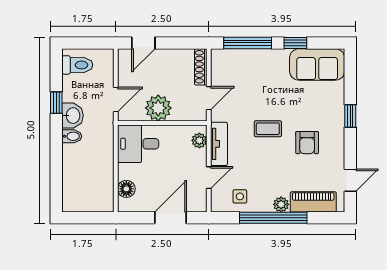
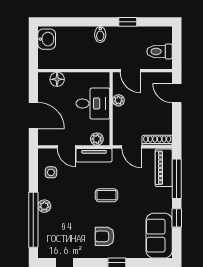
toilet: (77, 65) -> (160, 51), moved, turned 90
plant: (158, 108) -> (118, 100), width x0.53, depth x0.53
washbasin: (72, 116) -> (47, 39), moved, turned -90
coffee table: (268, 129) -> (106, 195), turned 90
armchair: (307, 143) -> (104, 236), moved
desk: (138, 144) -> (93, 104), moved, turned 90
piano: (313, 202) -> (164, 168), moved, turned 180
window: (273, 218) -> (33, 220), moved

